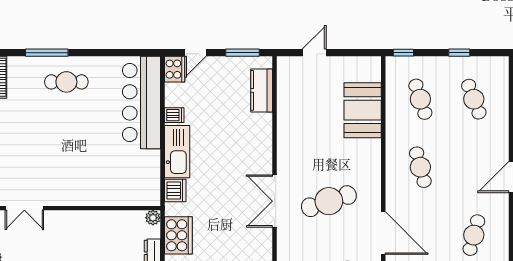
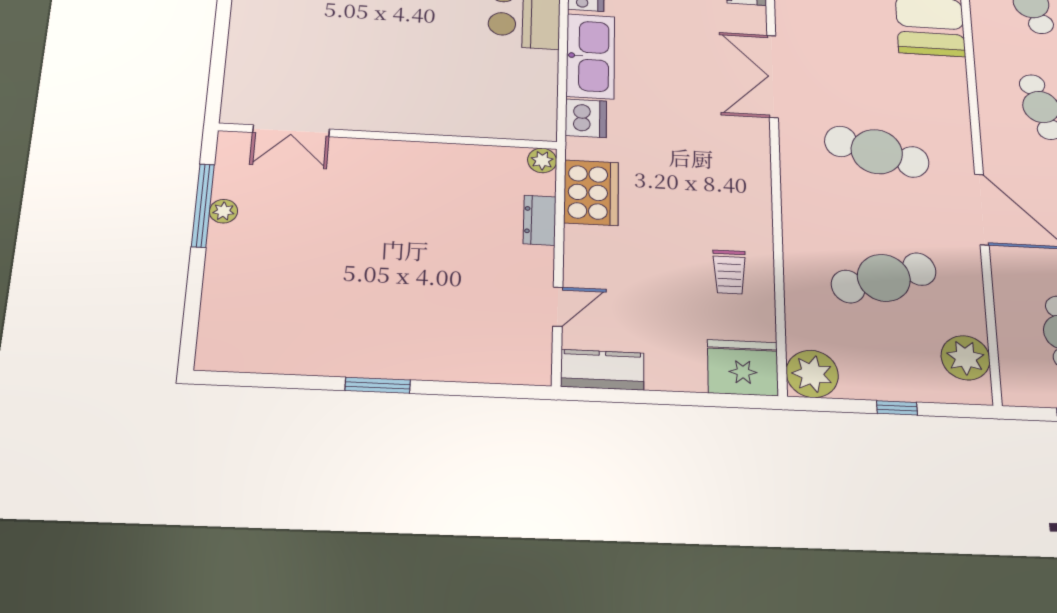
double door: (275, 201) -> (773, 76), moved
cafe table: (329, 201) -> (877, 152), turned 33

